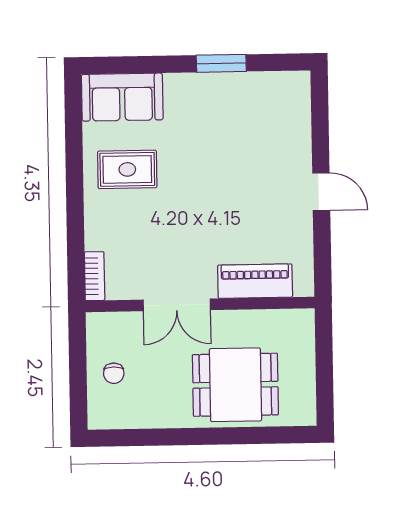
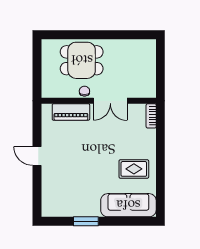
sofa: (122, 97) -> (128, 205), width x1.36
double door: (177, 305) -> (110, 101), swing flipped
chair: (114, 373) -> (84, 91), moved

